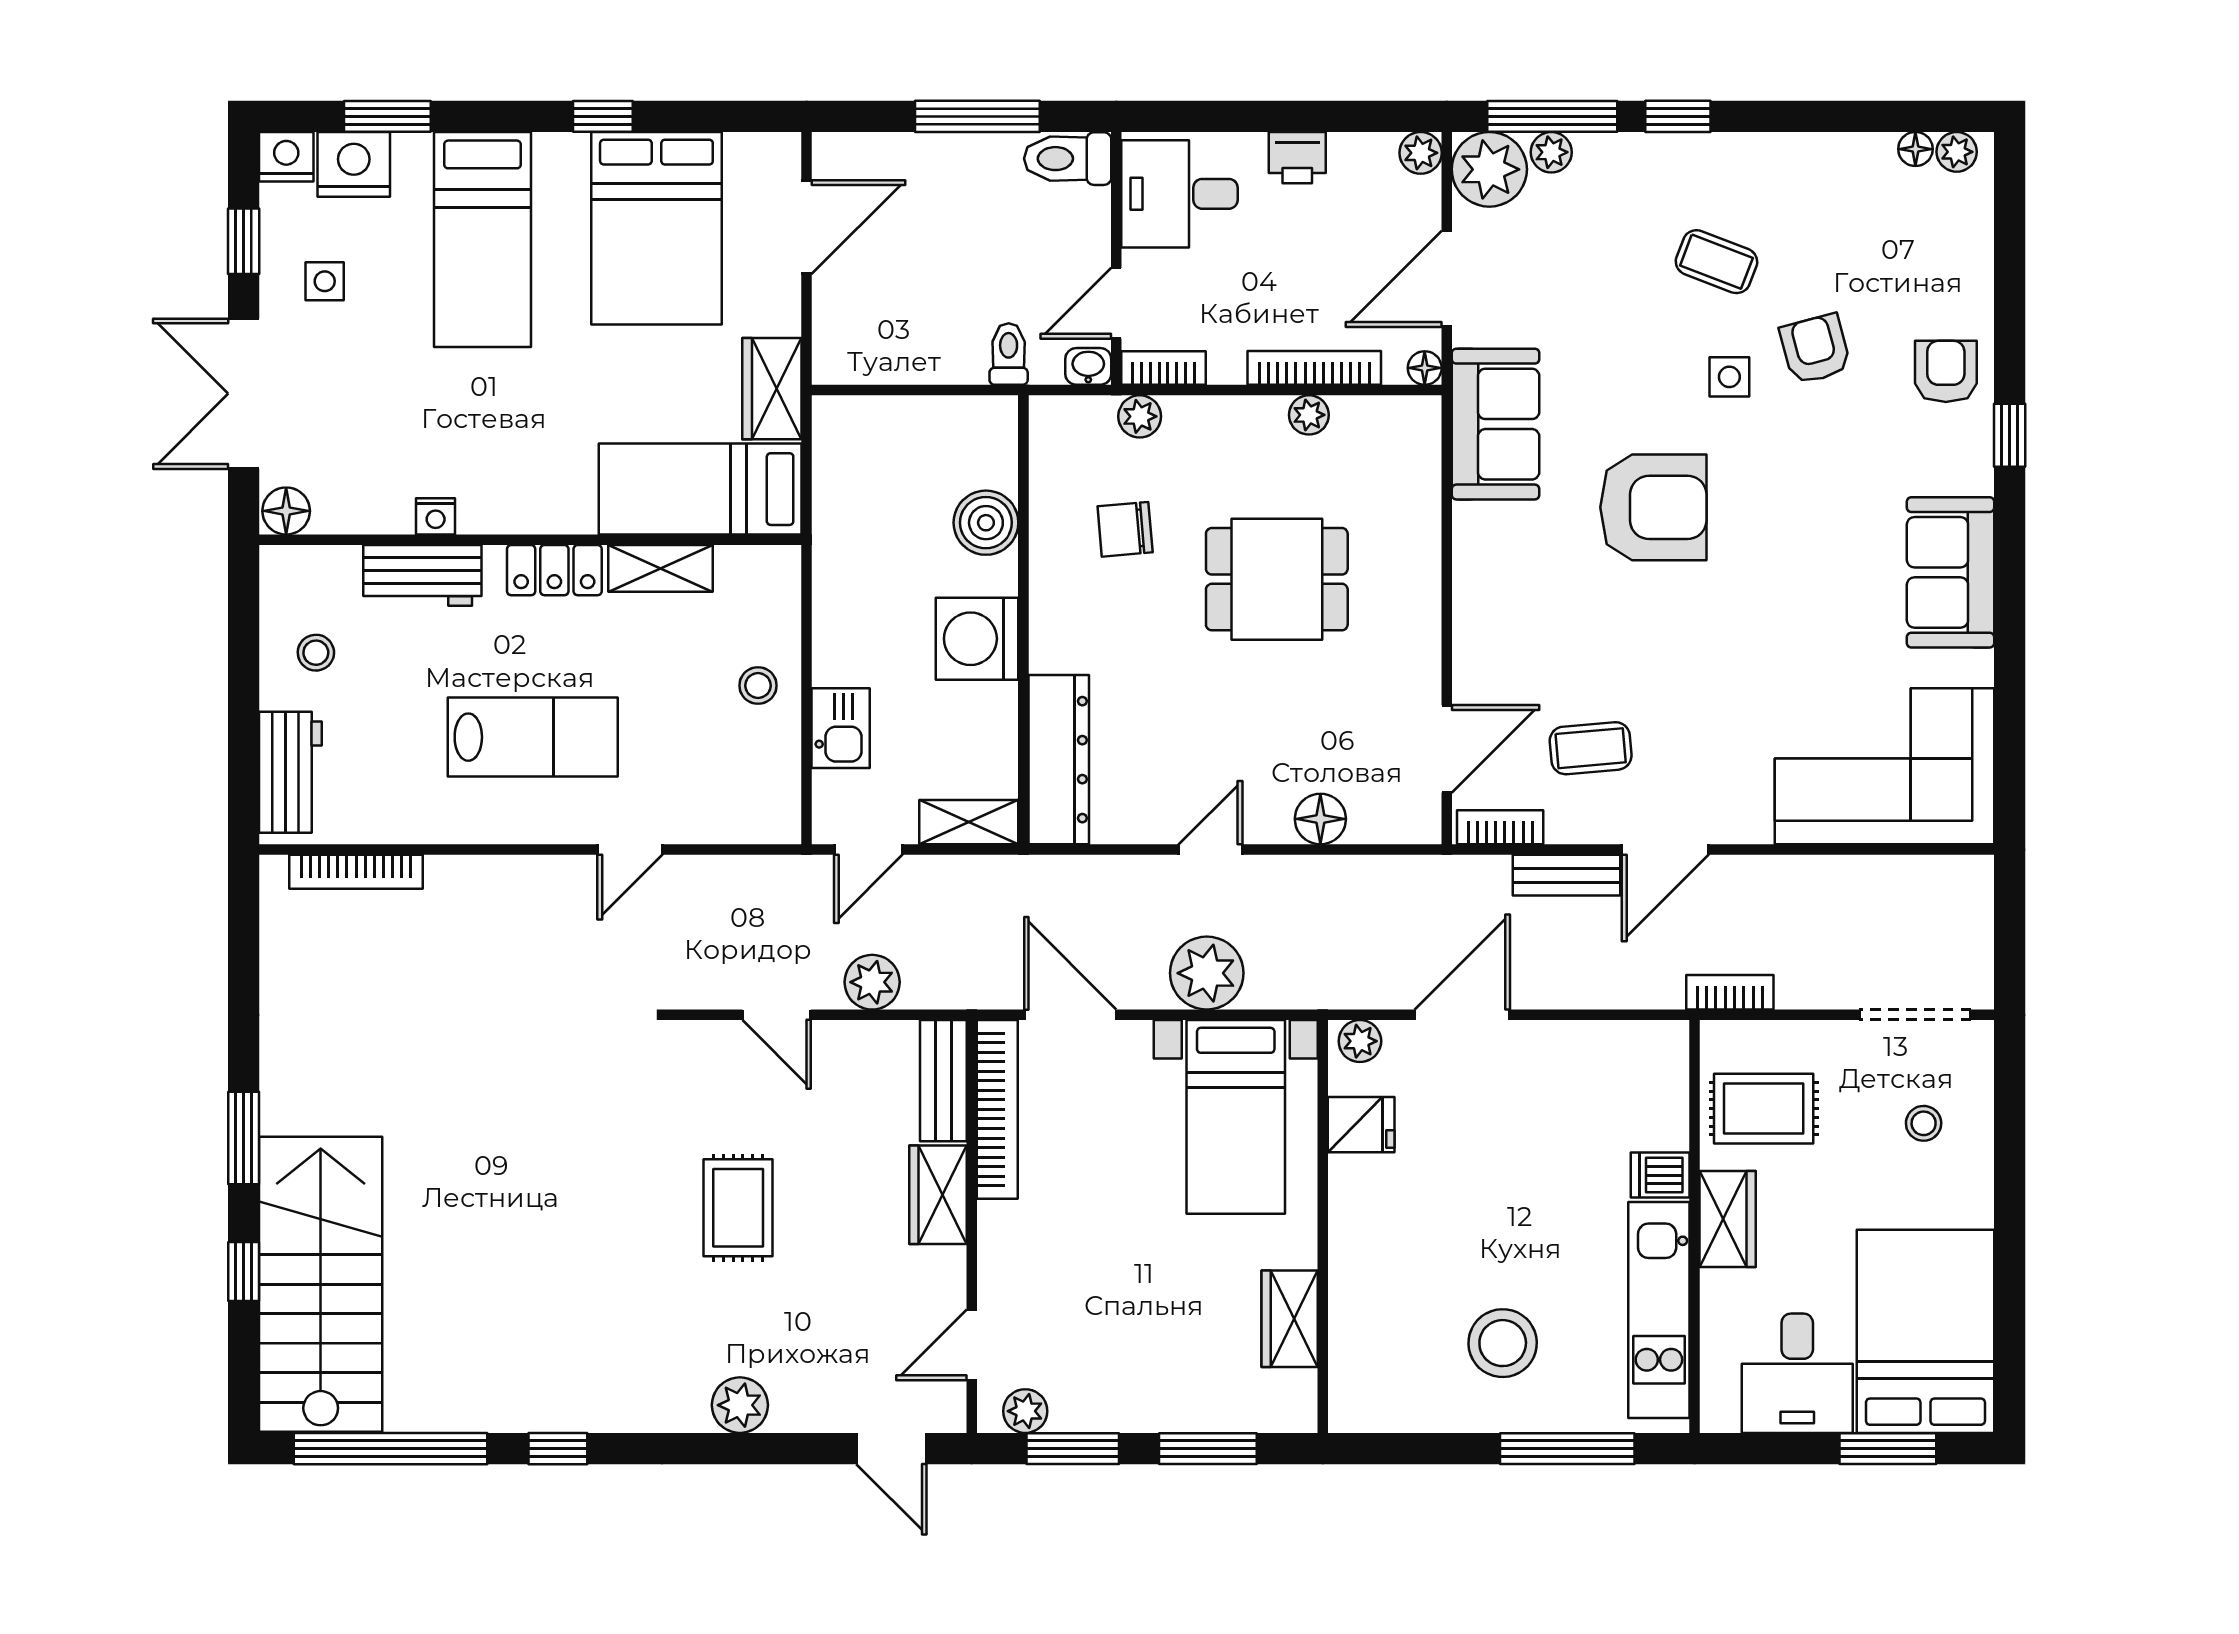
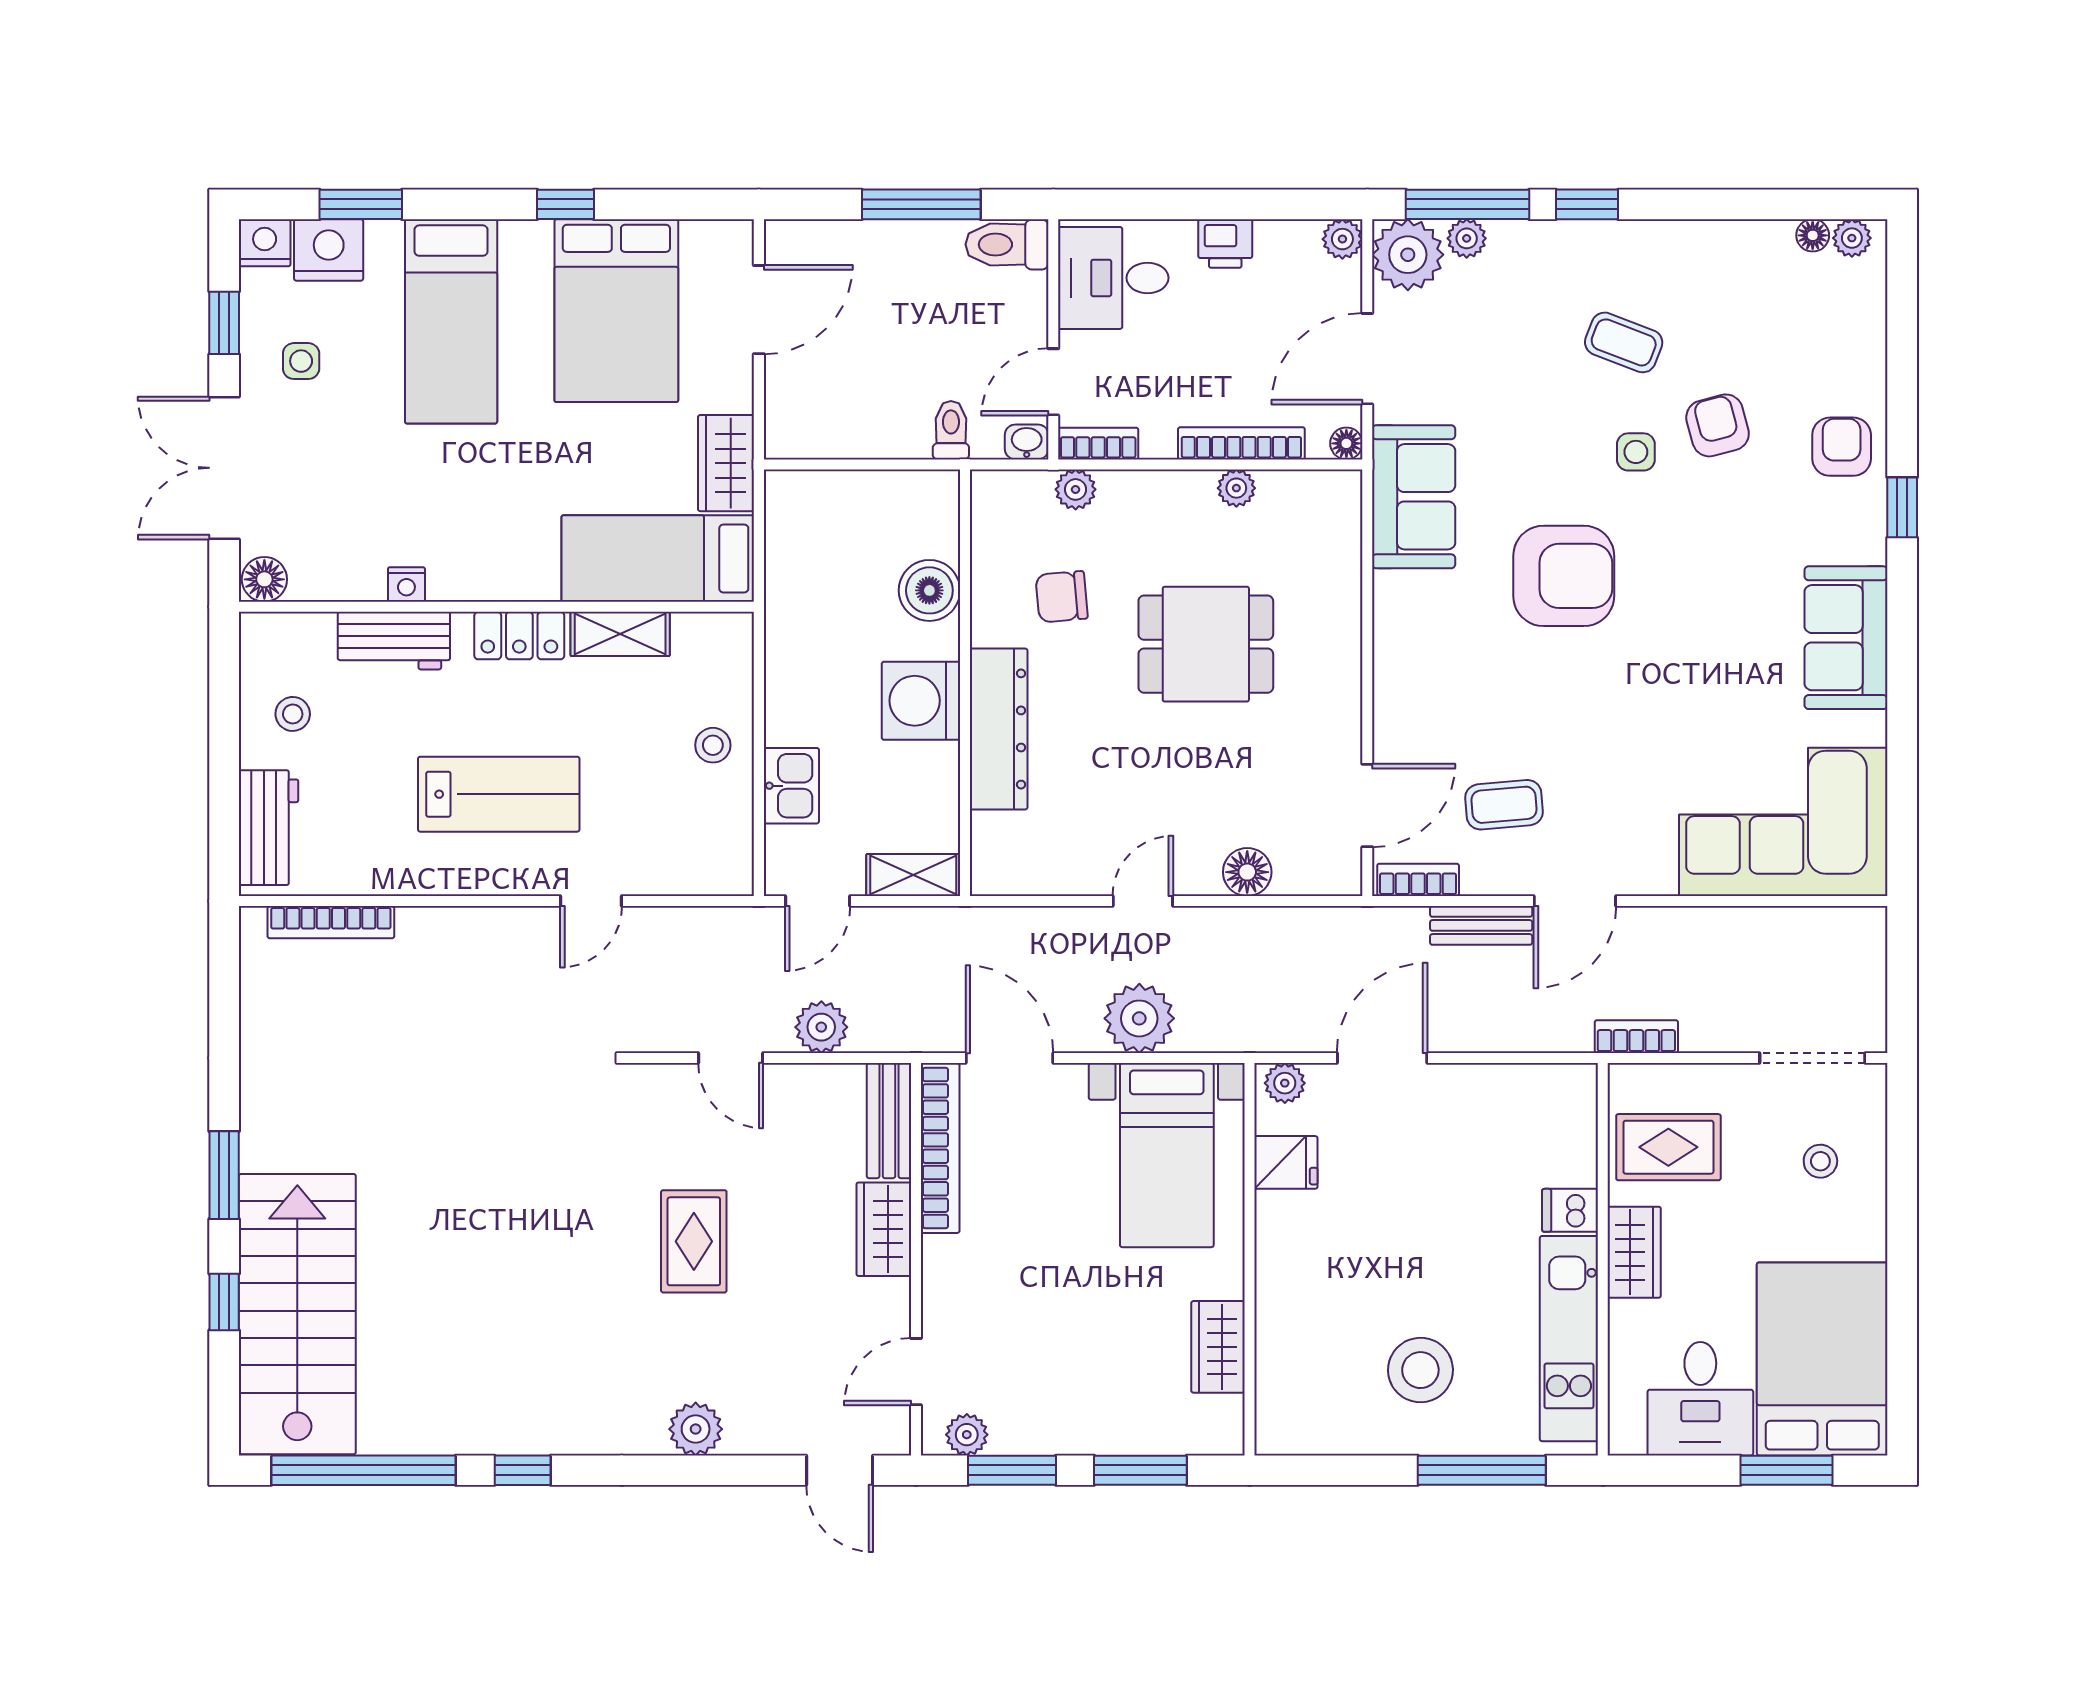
dresser: (1059, 760) -> (999, 729), moved

